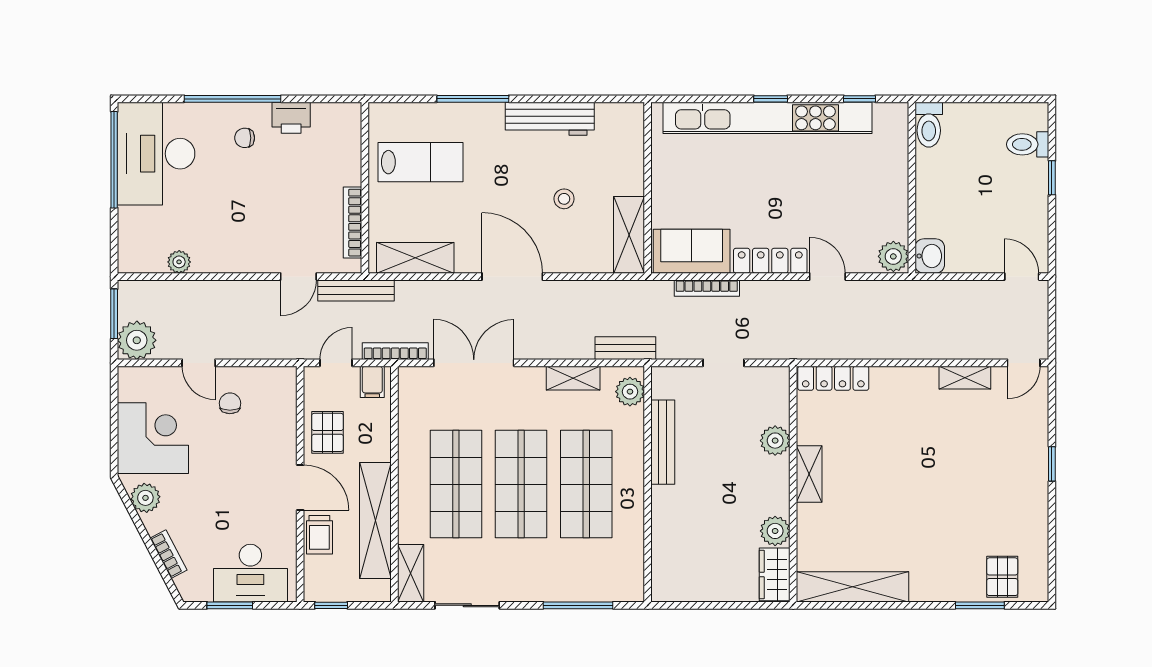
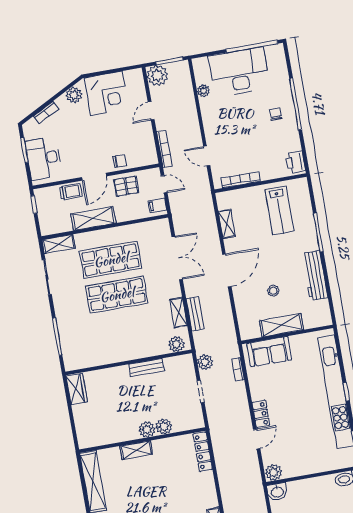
printer: (291, 118) -> (295, 162), moved
desk: (156, 154) -> (239, 72), moved
shelving: (629, 235) -> (281, 325), moved
sofa: (692, 251) -> (269, 352), moved, turned 90
shelving: (415, 258) -> (227, 224), width x0.67, depth x0.75
locker: (770, 261) -> (261, 414), width x0.66
bookcase: (707, 288) -> (238, 369), width x0.64
bench: (356, 291) -> (205, 188), removed
plant: (672, 345) -> (205, 362), added
bench: (625, 348) -> (195, 314), moved
bookcase: (395, 351) -> (164, 149), moved
chair: (230, 403) -> (120, 161), moved
bench: (663, 442) -> (147, 368), width x0.73
shelving: (809, 474) -> (136, 450), moved
shop shelf: (586, 484) -> (123, 329), removed
shelving: (375, 521) -> (93, 218), width x0.68
plant: (775, 531) -> (147, 429), moved
trolley: (319, 535) -> (71, 192), turned 180
wardrobe: (775, 574) -> (77, 389), moved, turned 90

